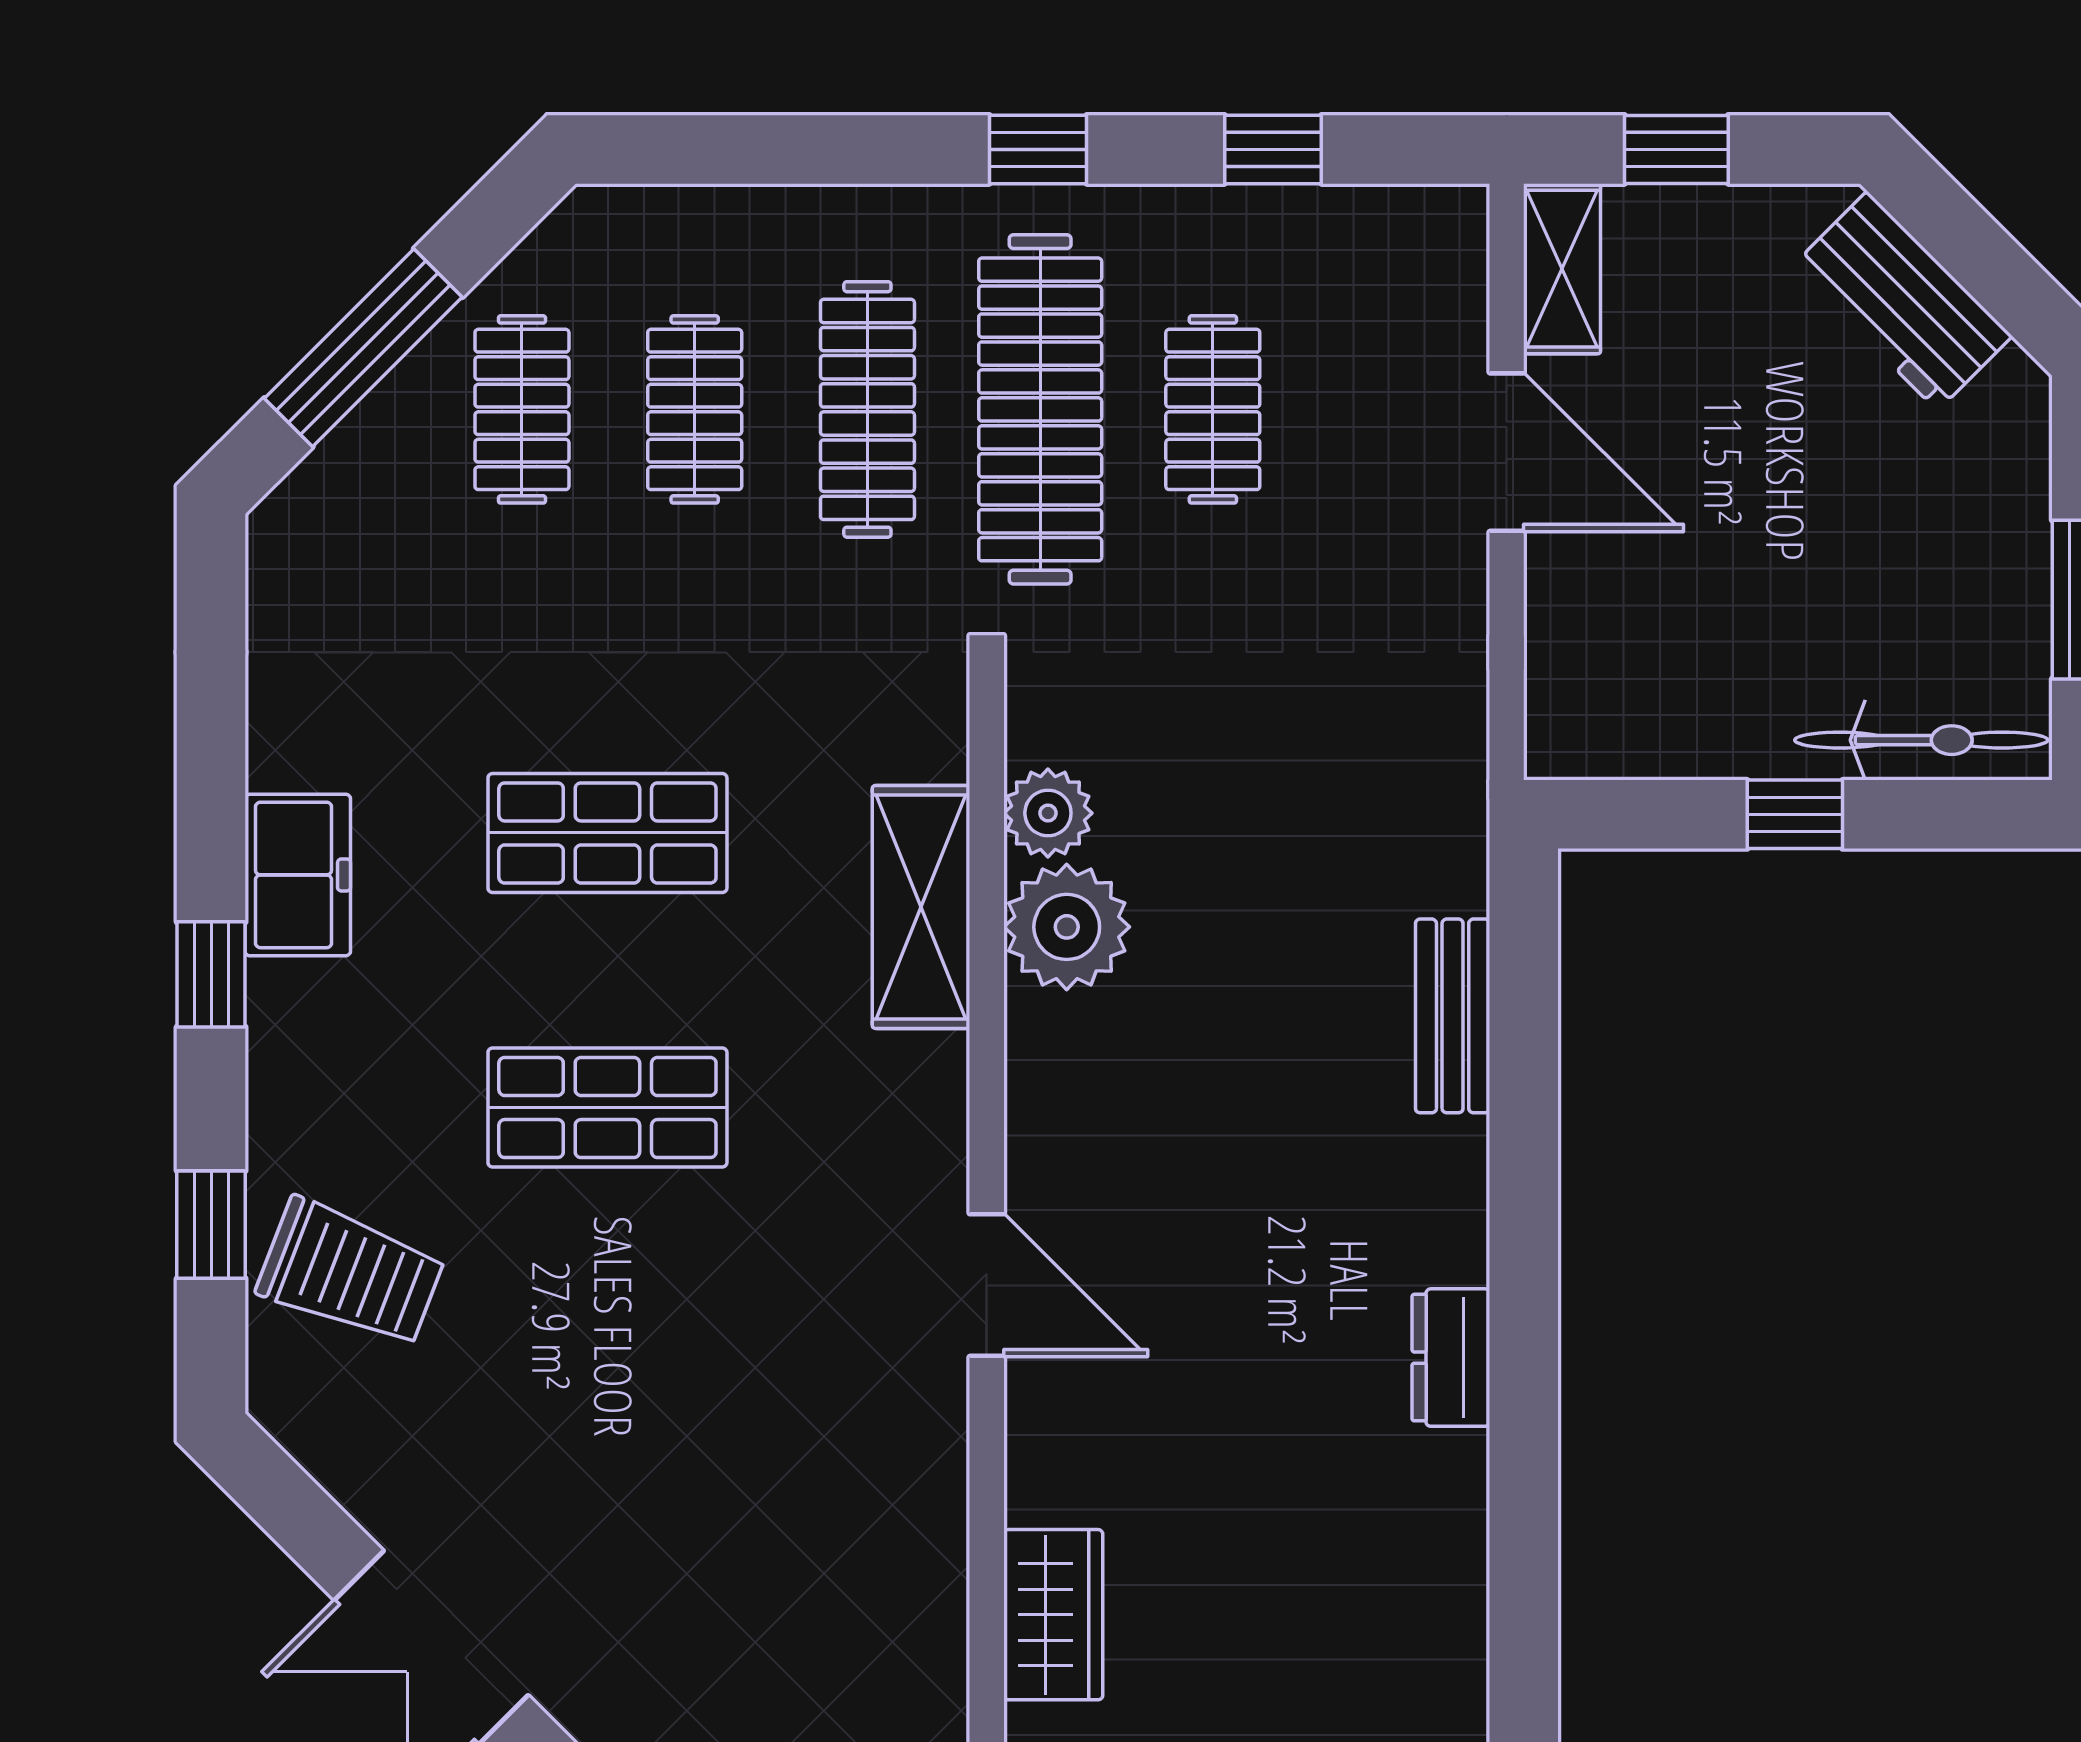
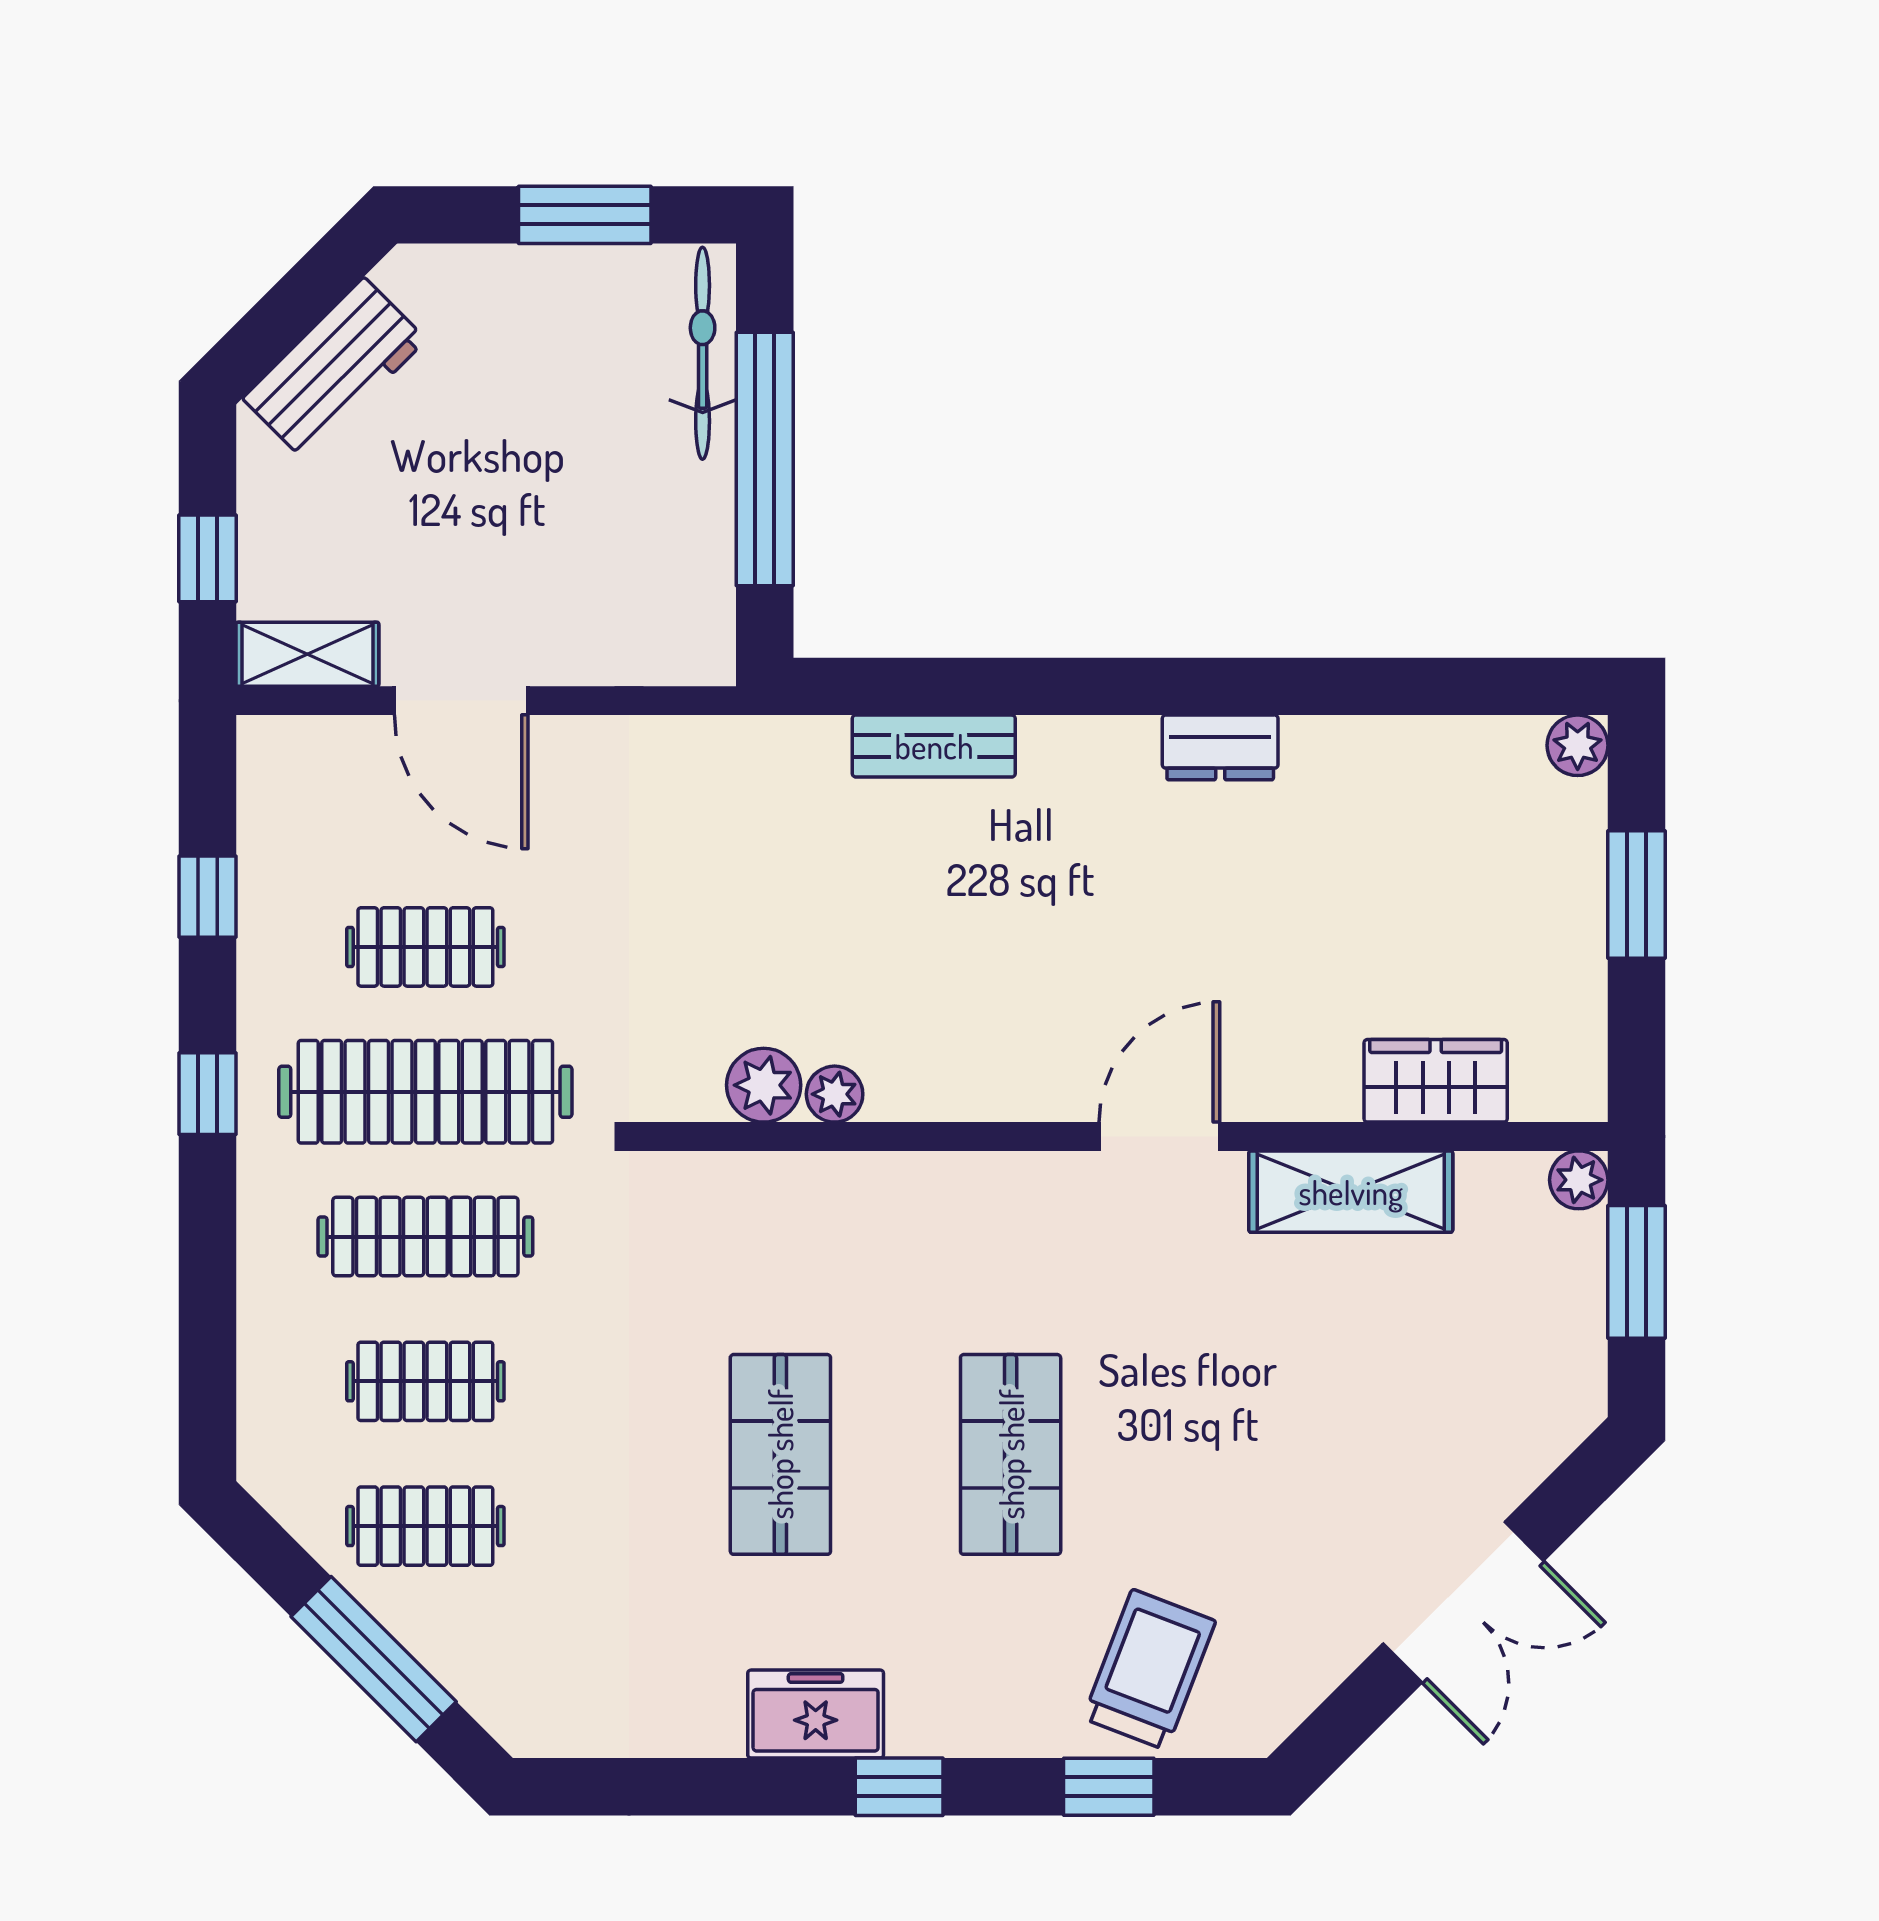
door: (1507, 452) -> (461, 701), swing flipped
window: (1795, 814) -> (765, 459), width x3.17
shelving: (921, 907) -> (1351, 1192), moved
plant: (1067, 927) -> (835, 1094), width x0.53, depth x0.53

